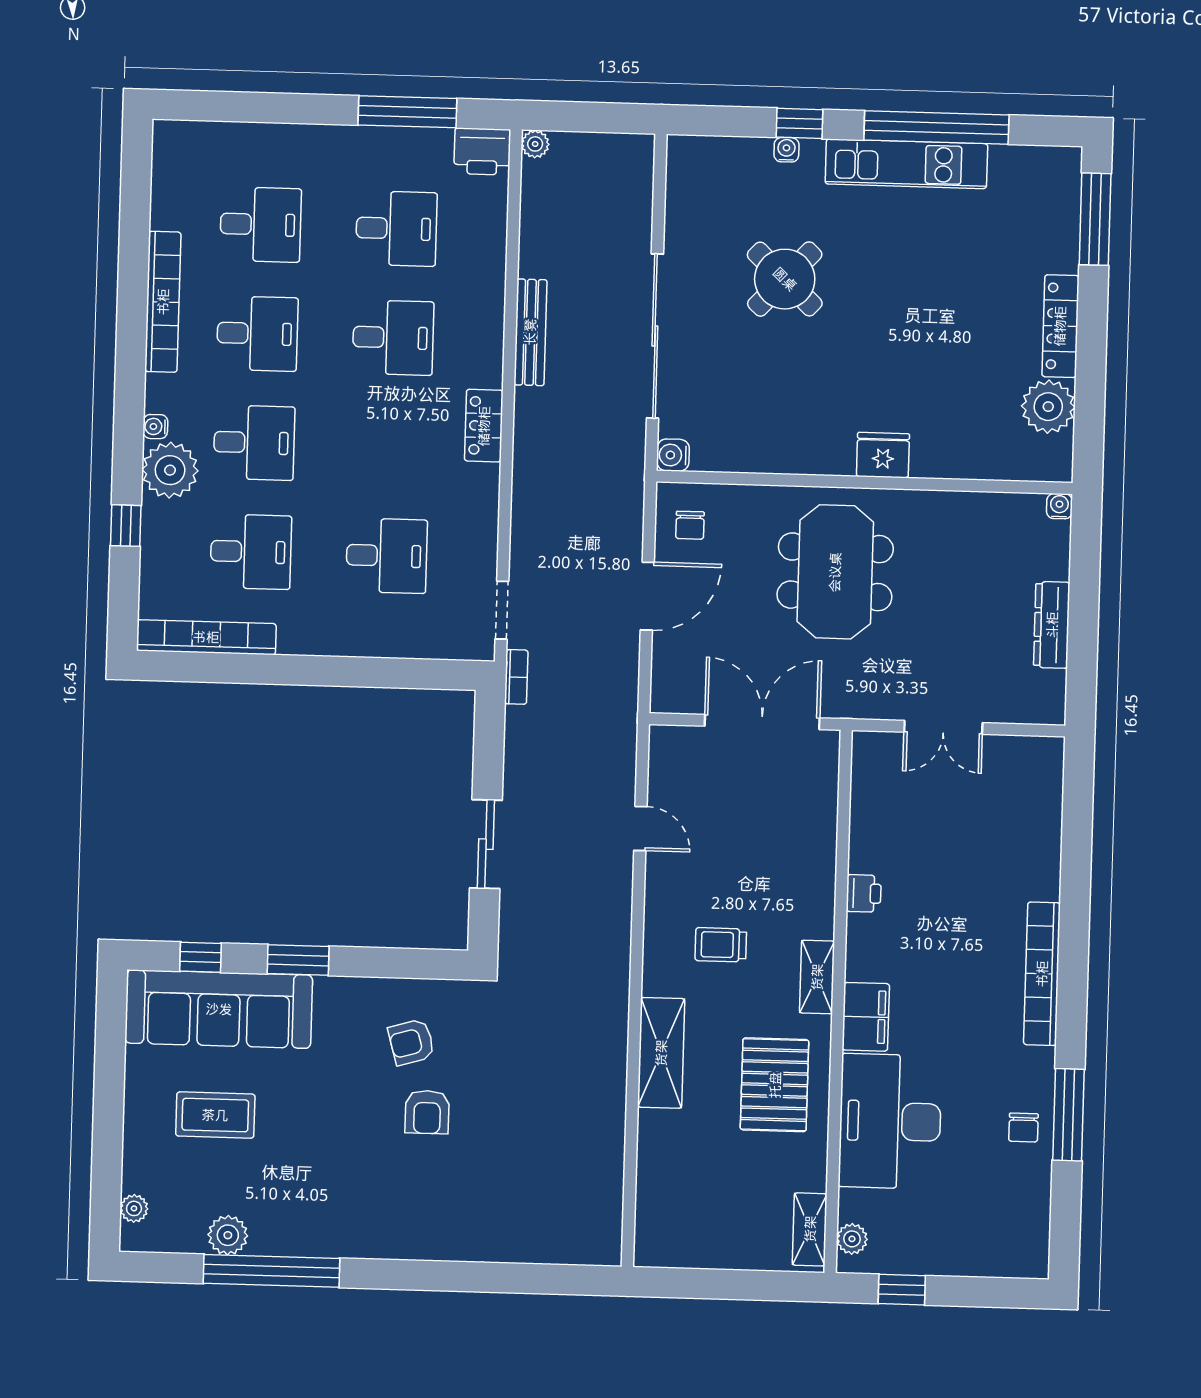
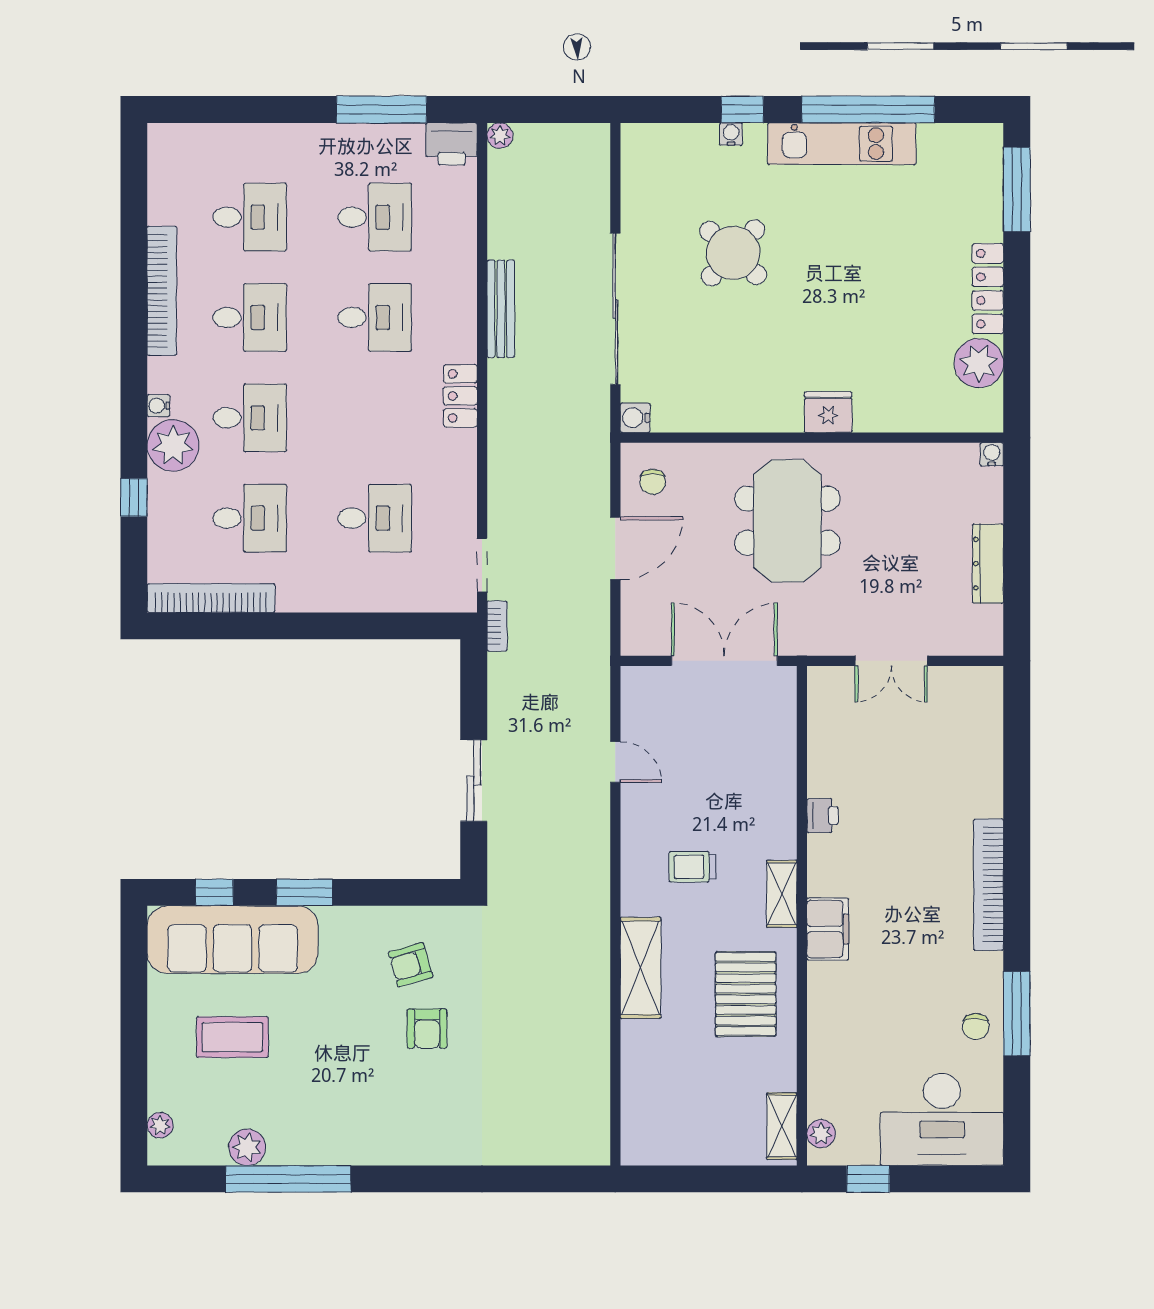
desk: (890, 1121) -> (942, 1120), moved, turned -90

